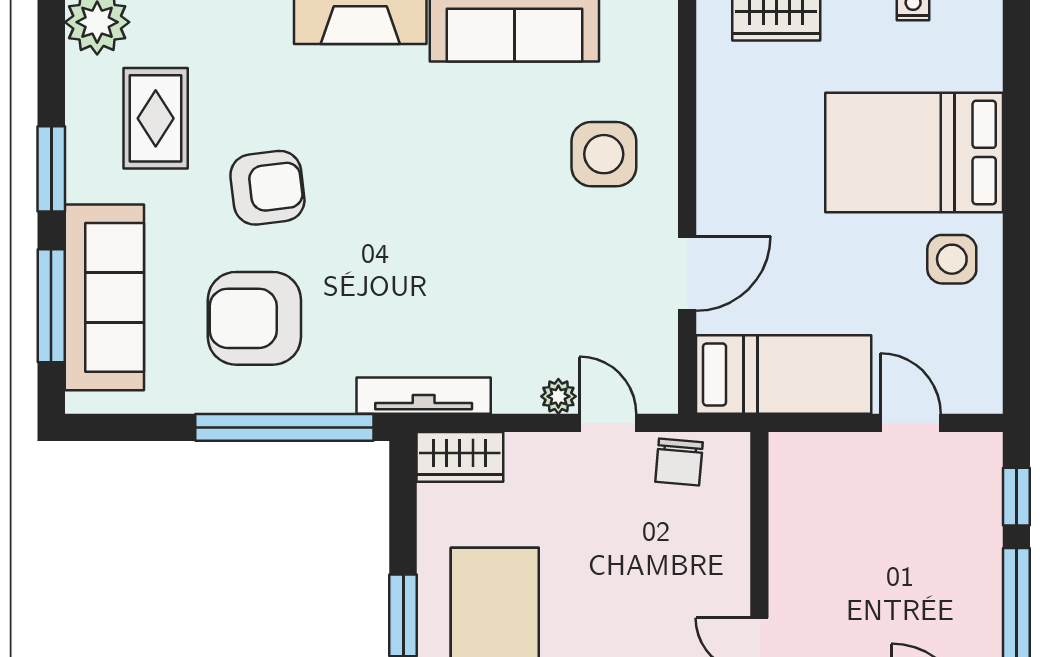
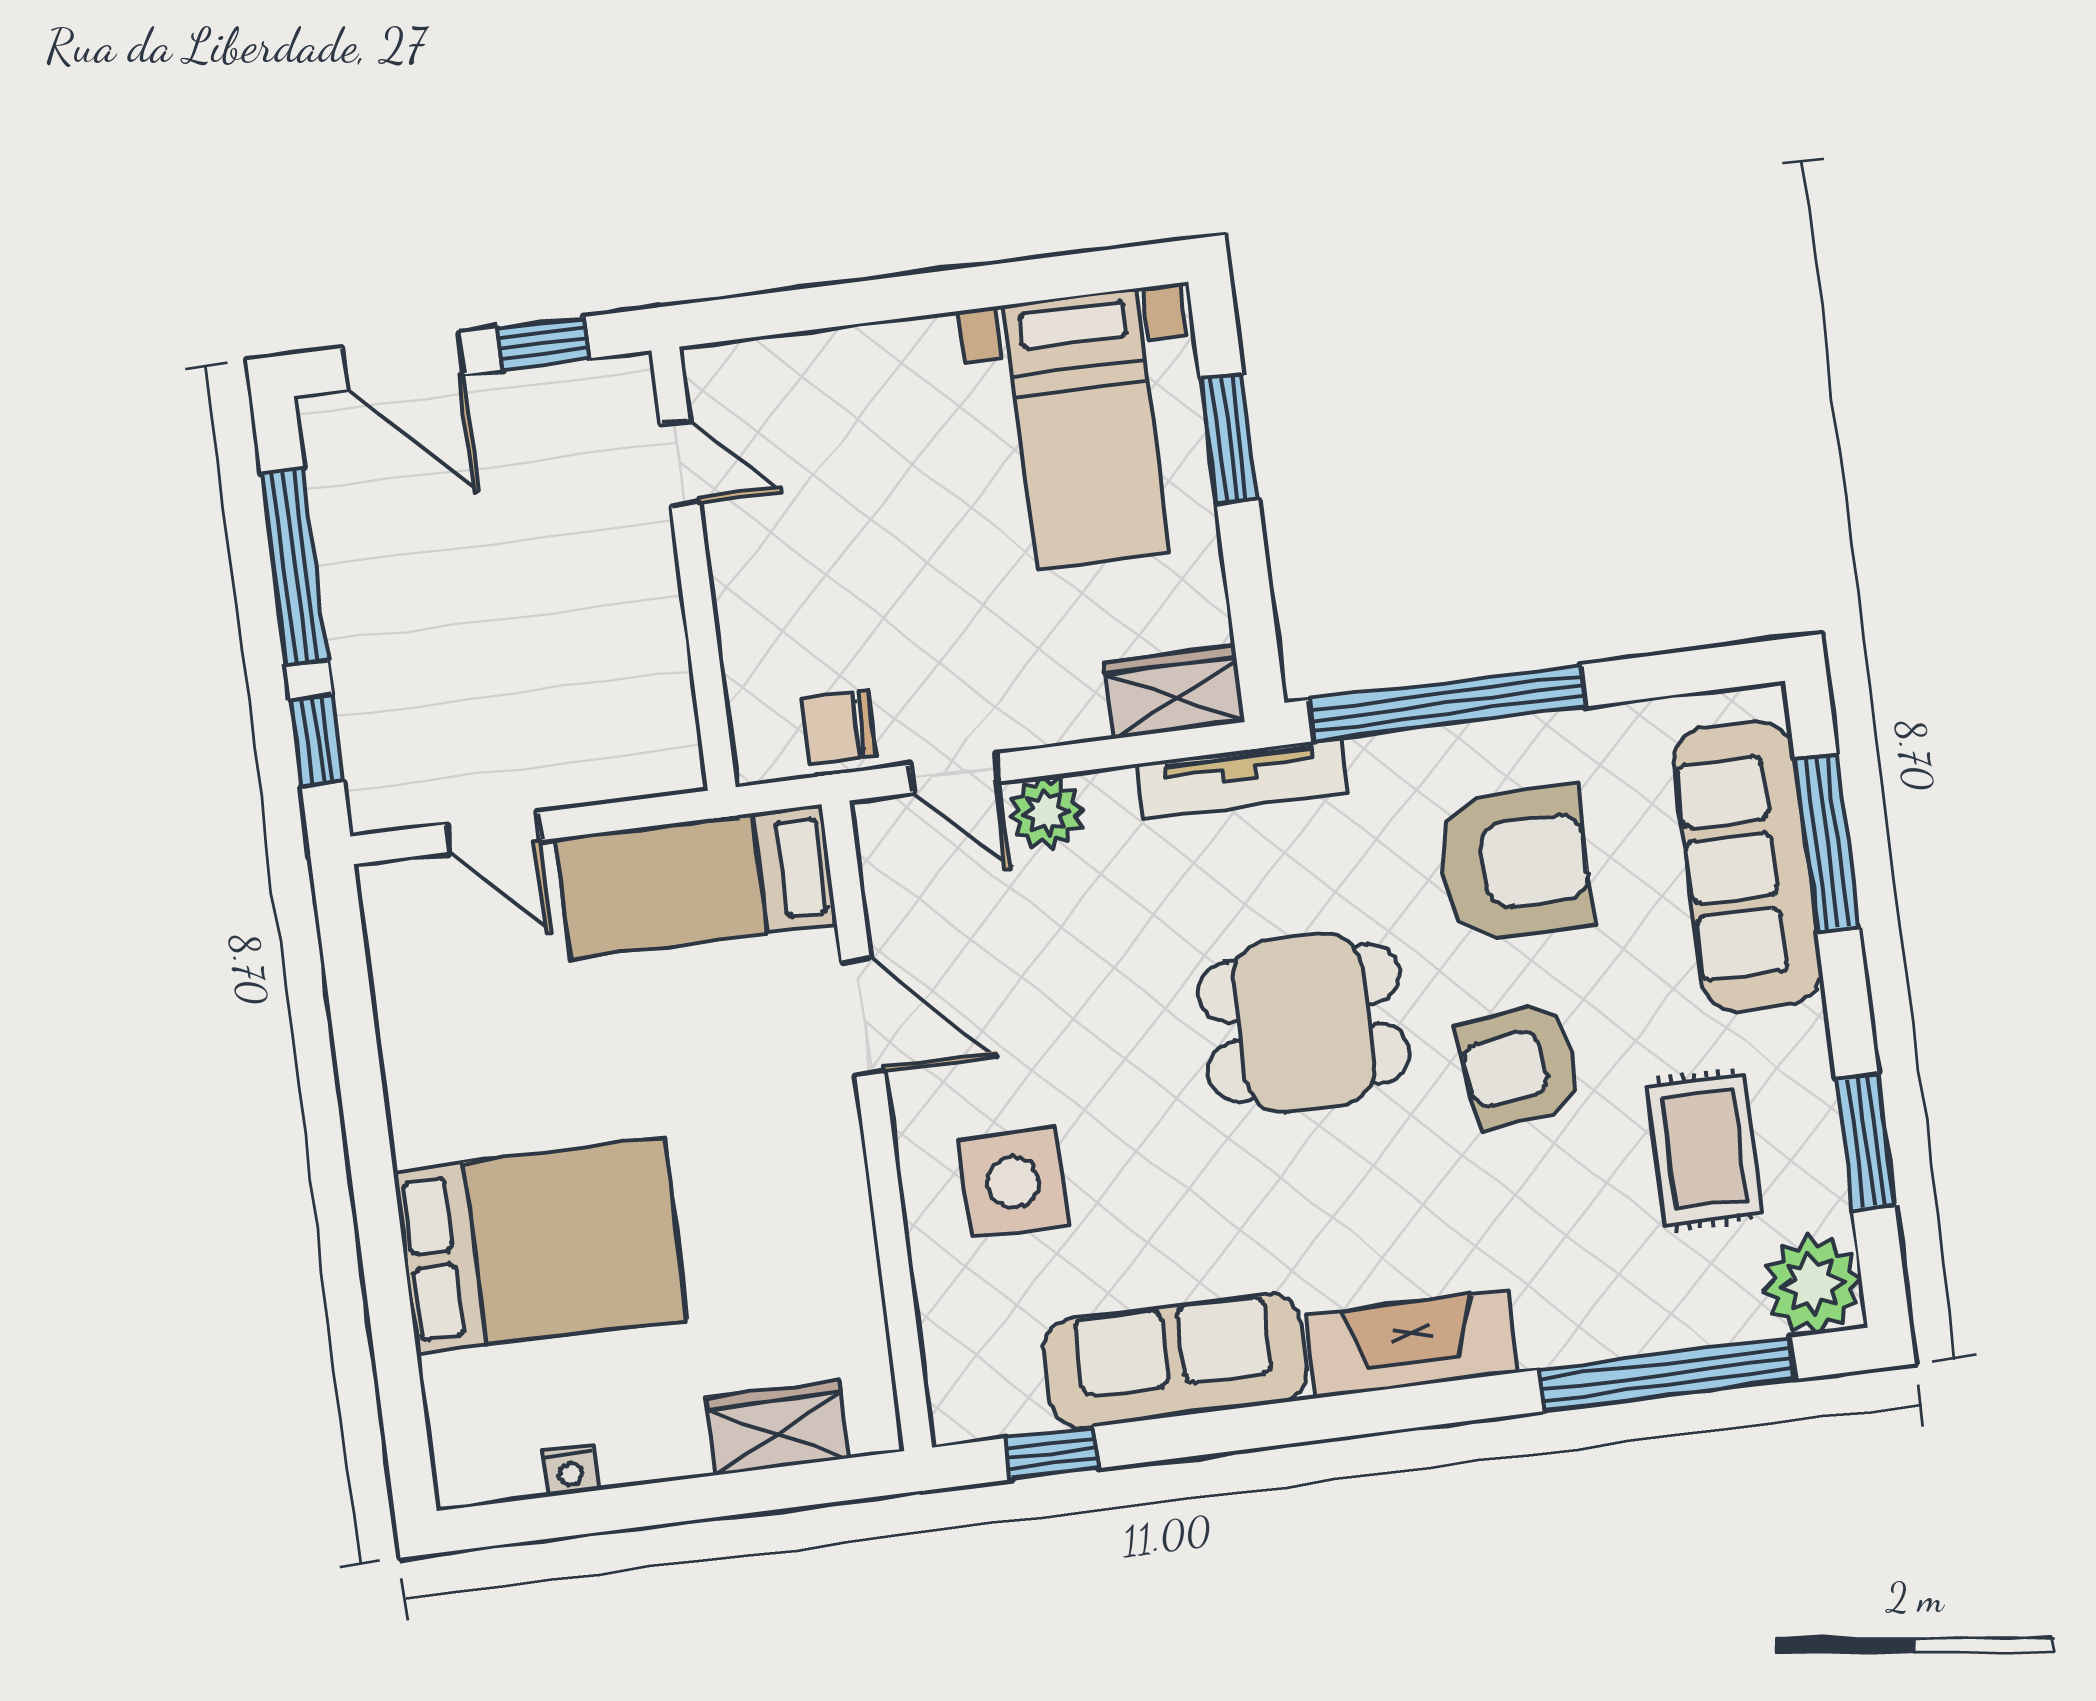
window: (51, 169) -> (1865, 1142), moved
dining table: (403, 233) -> (1304, 1023), added
side table: (952, 259) -> (462, 1090), removed
door: (687, 273) -> (863, 1017), swing flipped
plant: (558, 396) -> (1046, 812), width x1.38, depth x1.38
chair: (679, 462) -> (838, 727), turned -95

